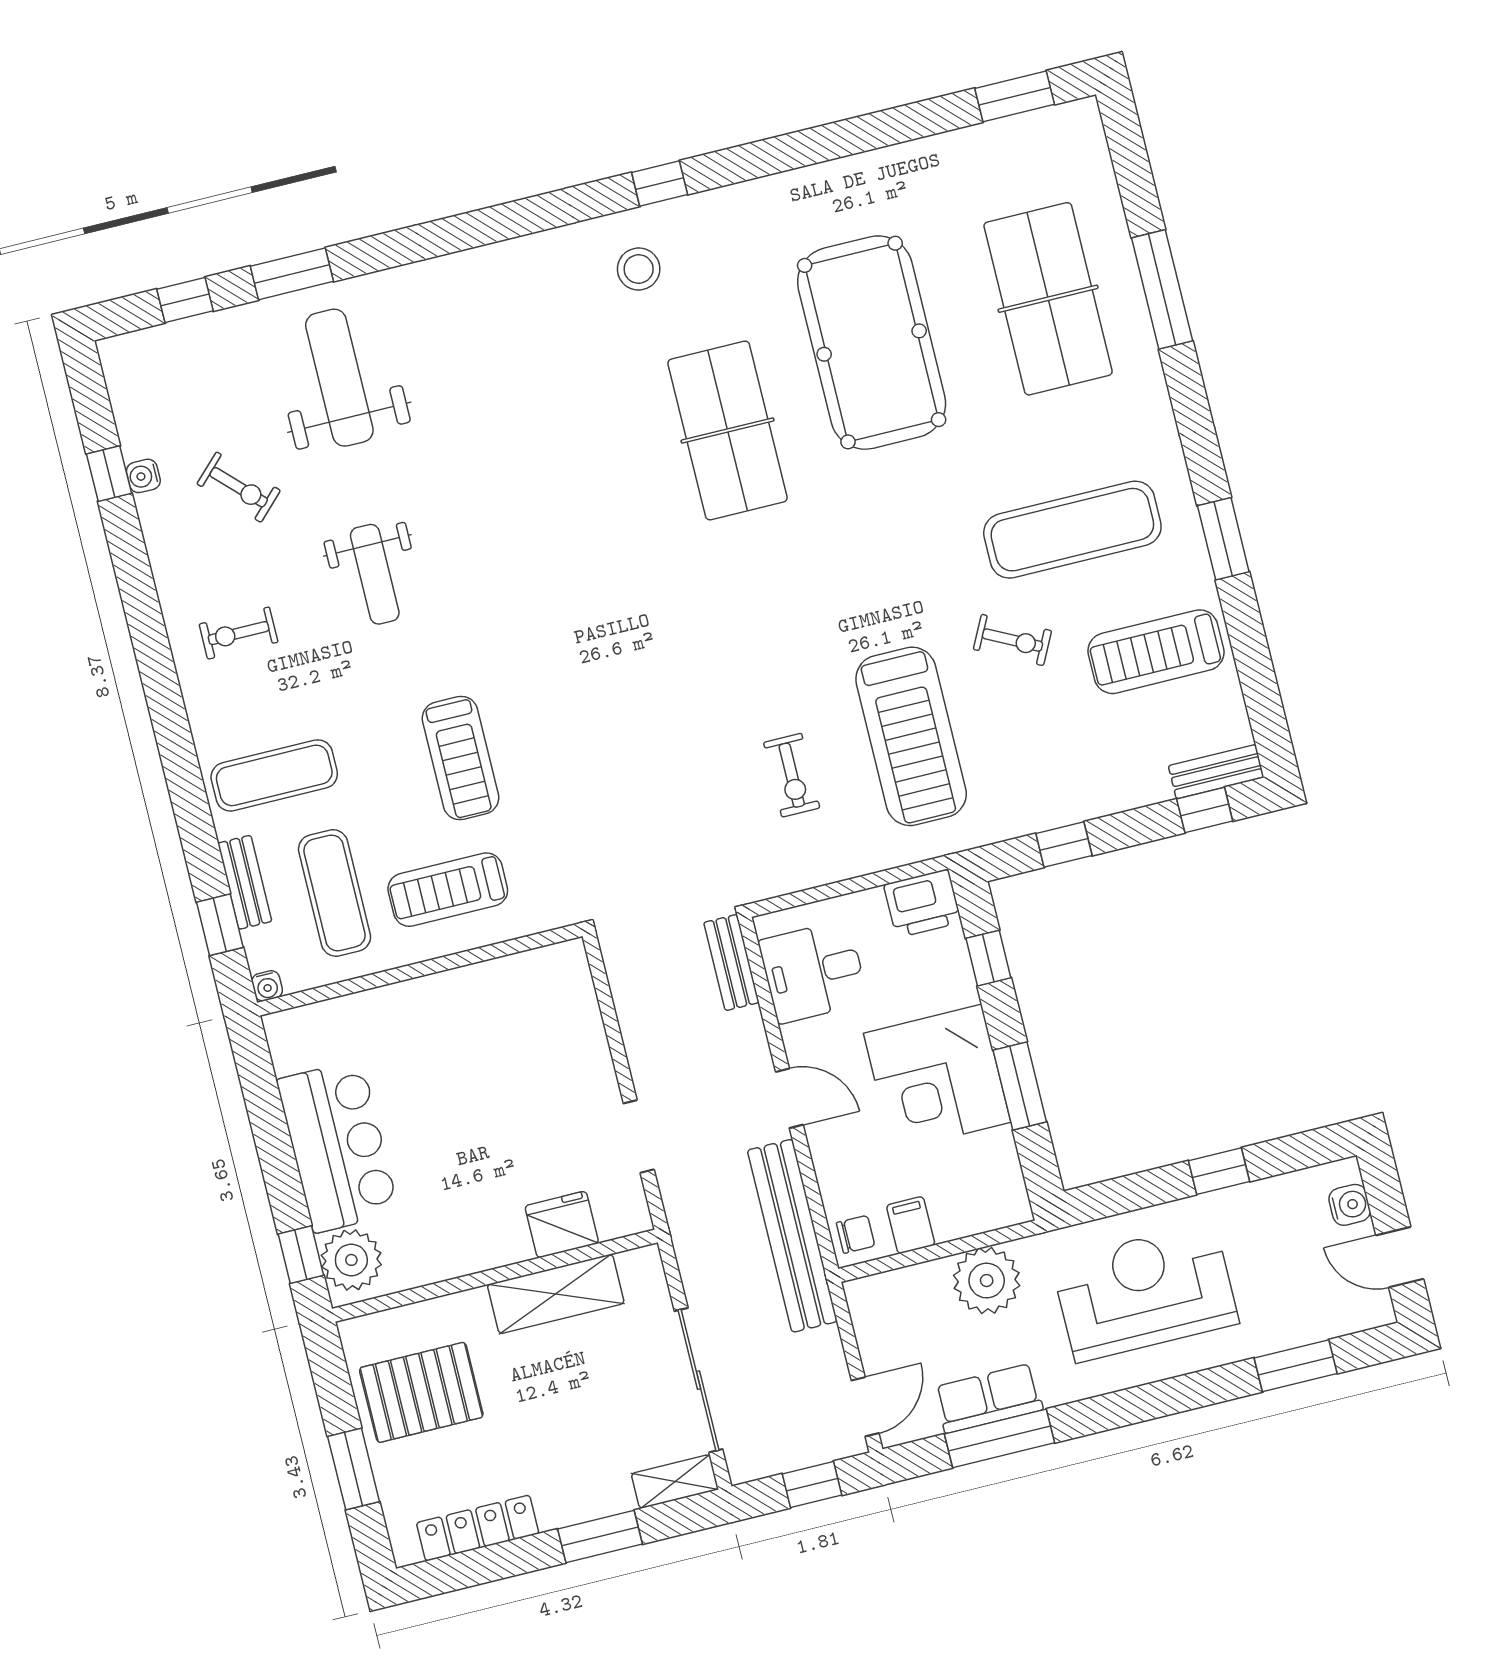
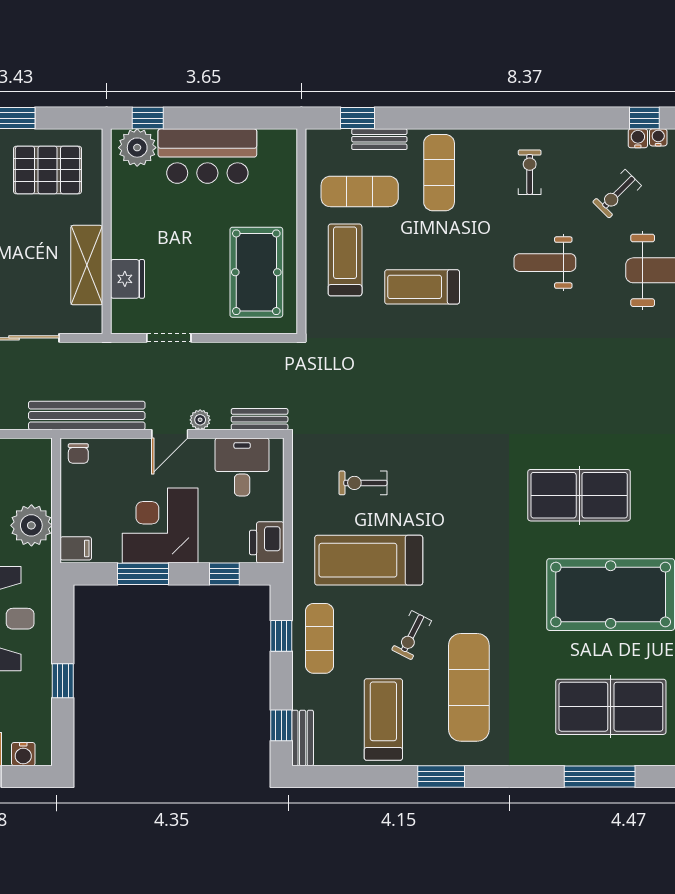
exercise mat: (1053, 784) -> (319, 638), added
water cooler: (267, 986) -> (658, 137), moved, turned 90
pool table: (502, 1024) -> (256, 272), added
plant: (755, 1056) -> (200, 420), added
filing cabinet: (911, 1225) -> (76, 548), moved
pallet: (421, 1392) -> (47, 170), turned 90

